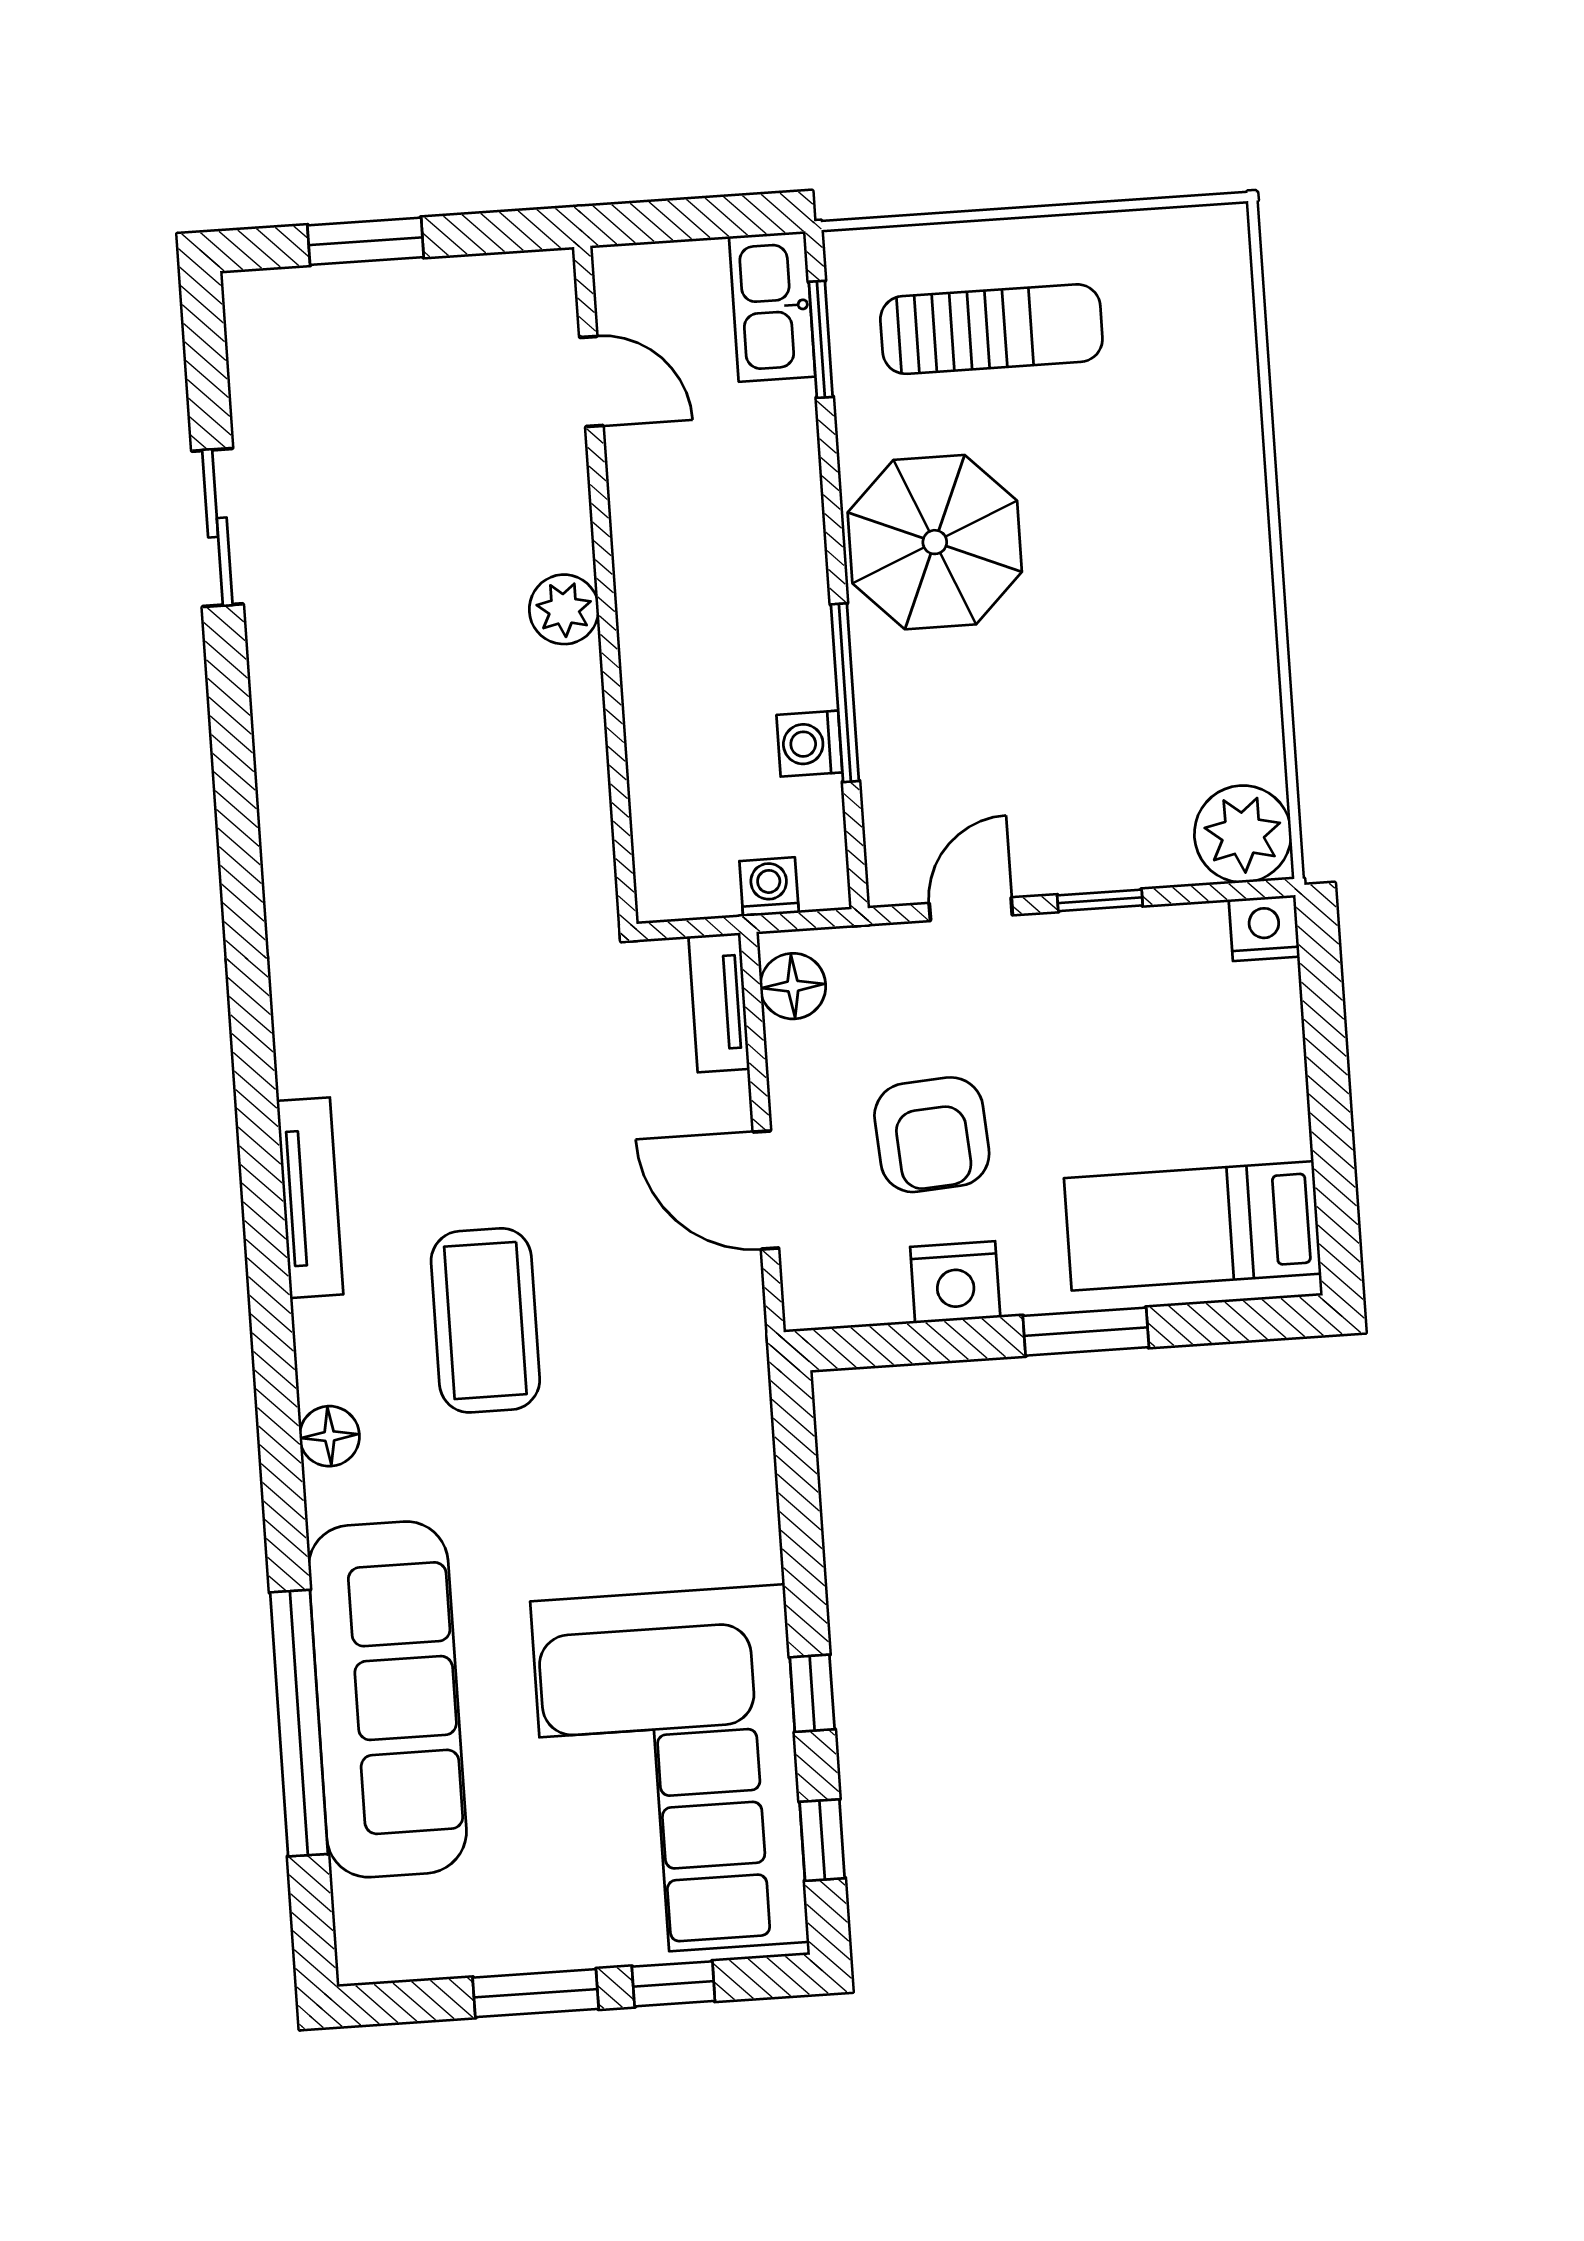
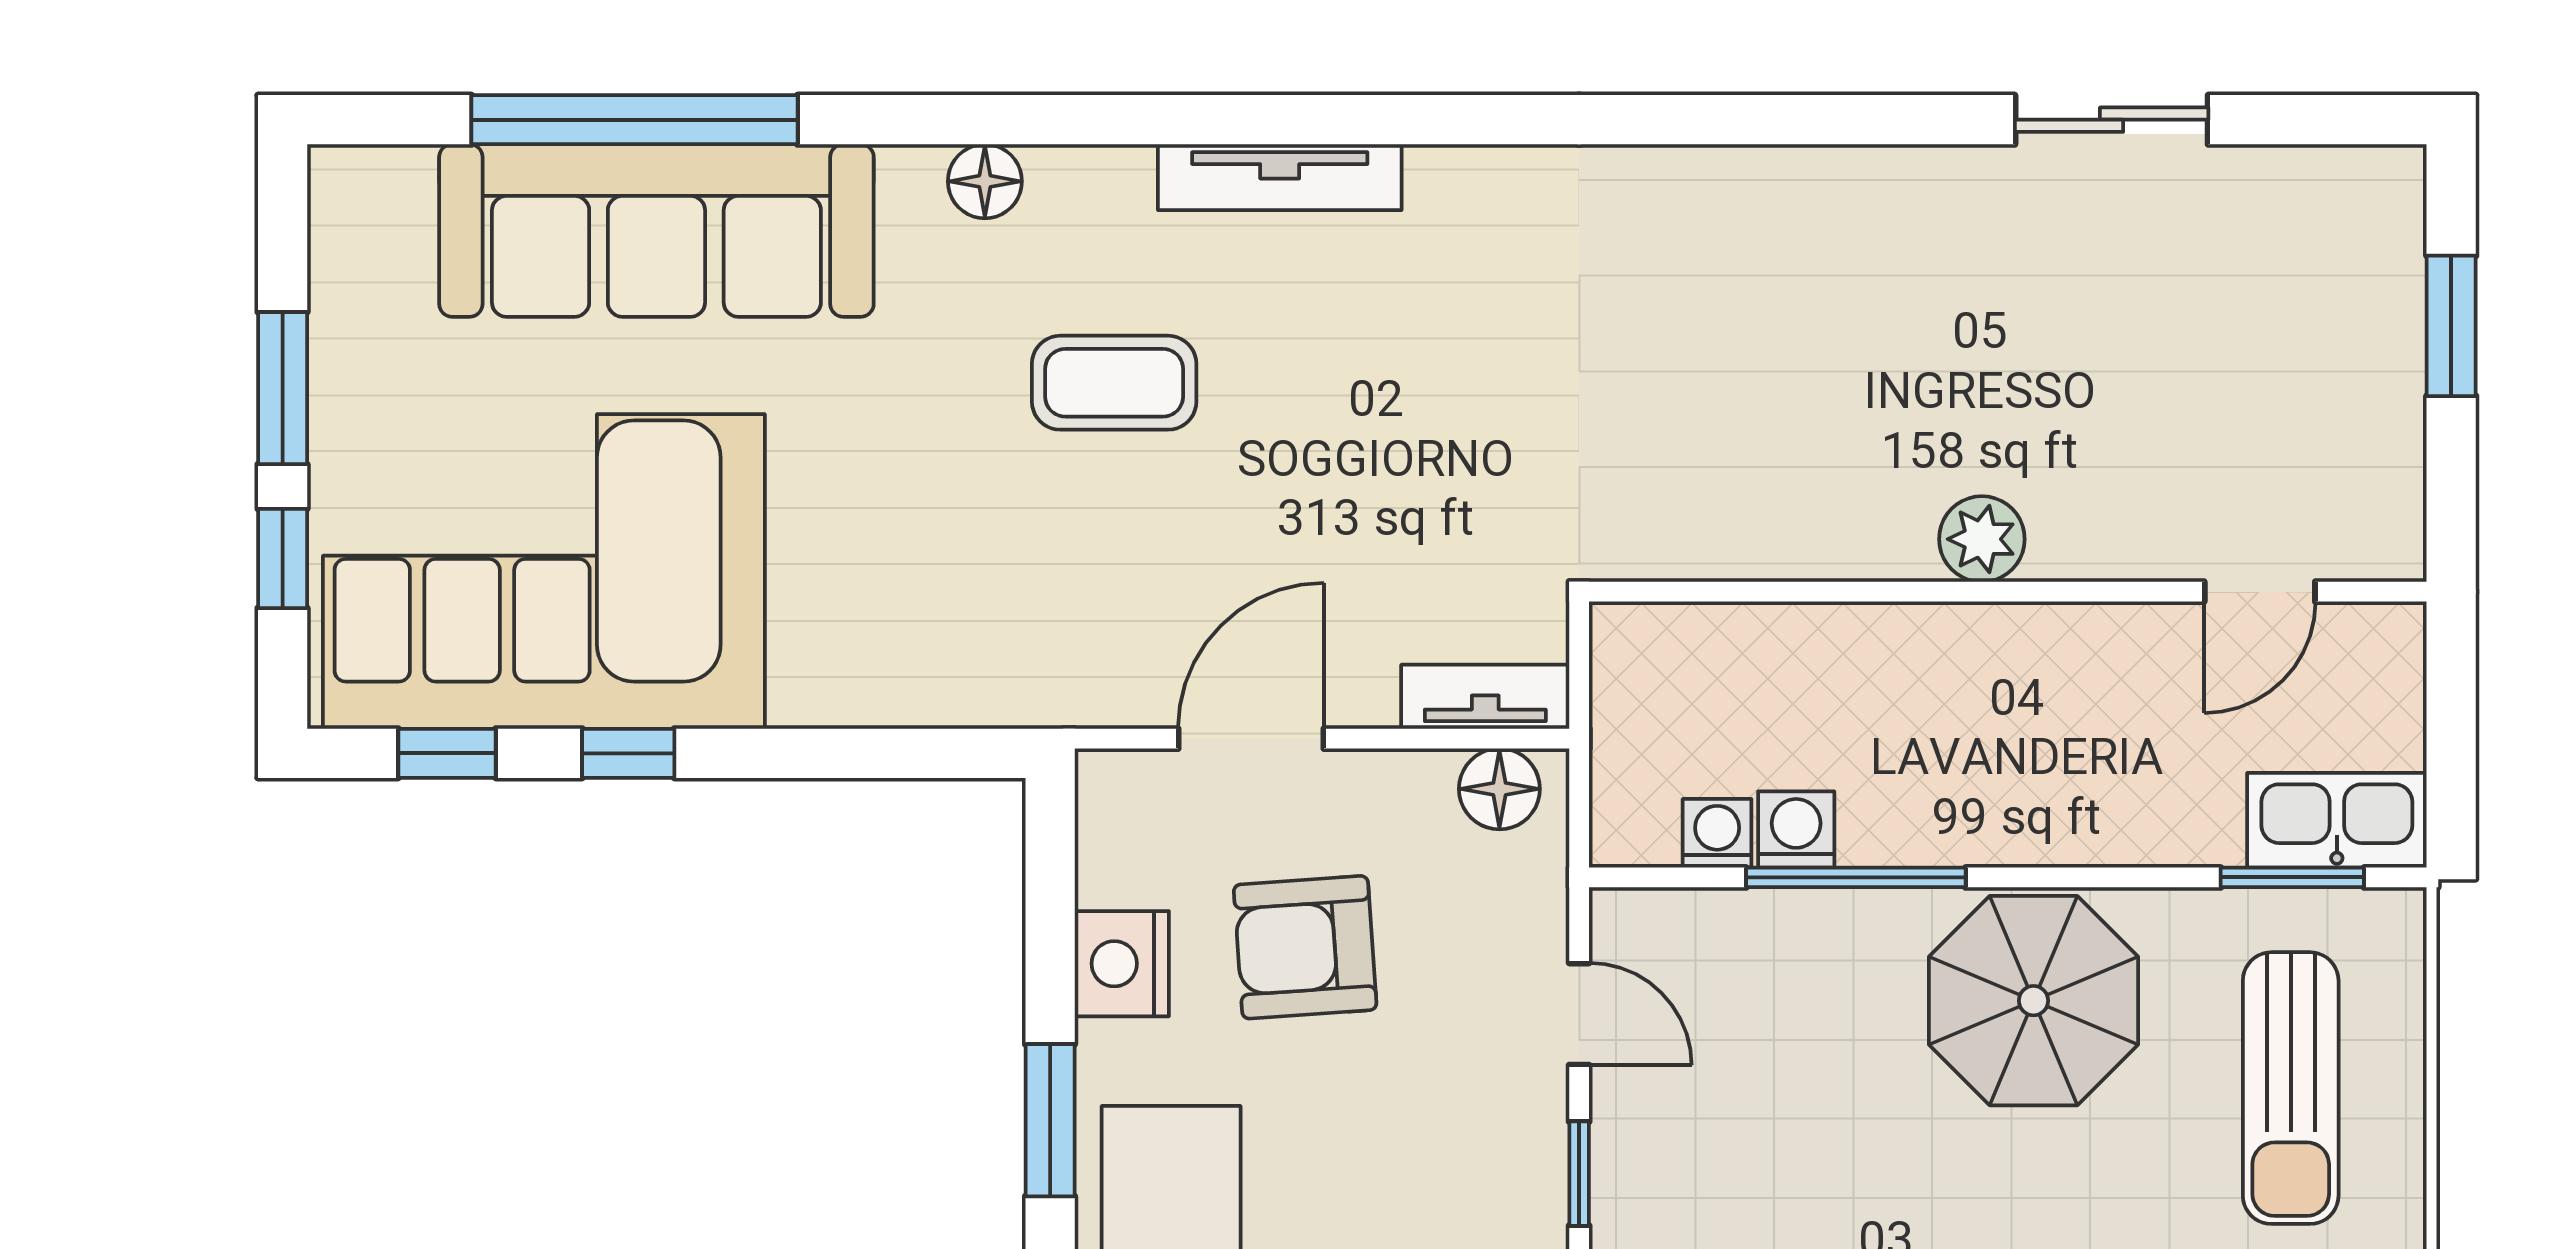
washing machine: (769, 887) -> (1717, 833), moved, turned -90
coffee table: (485, 1320) -> (1114, 383), width x0.73, depth x0.76

